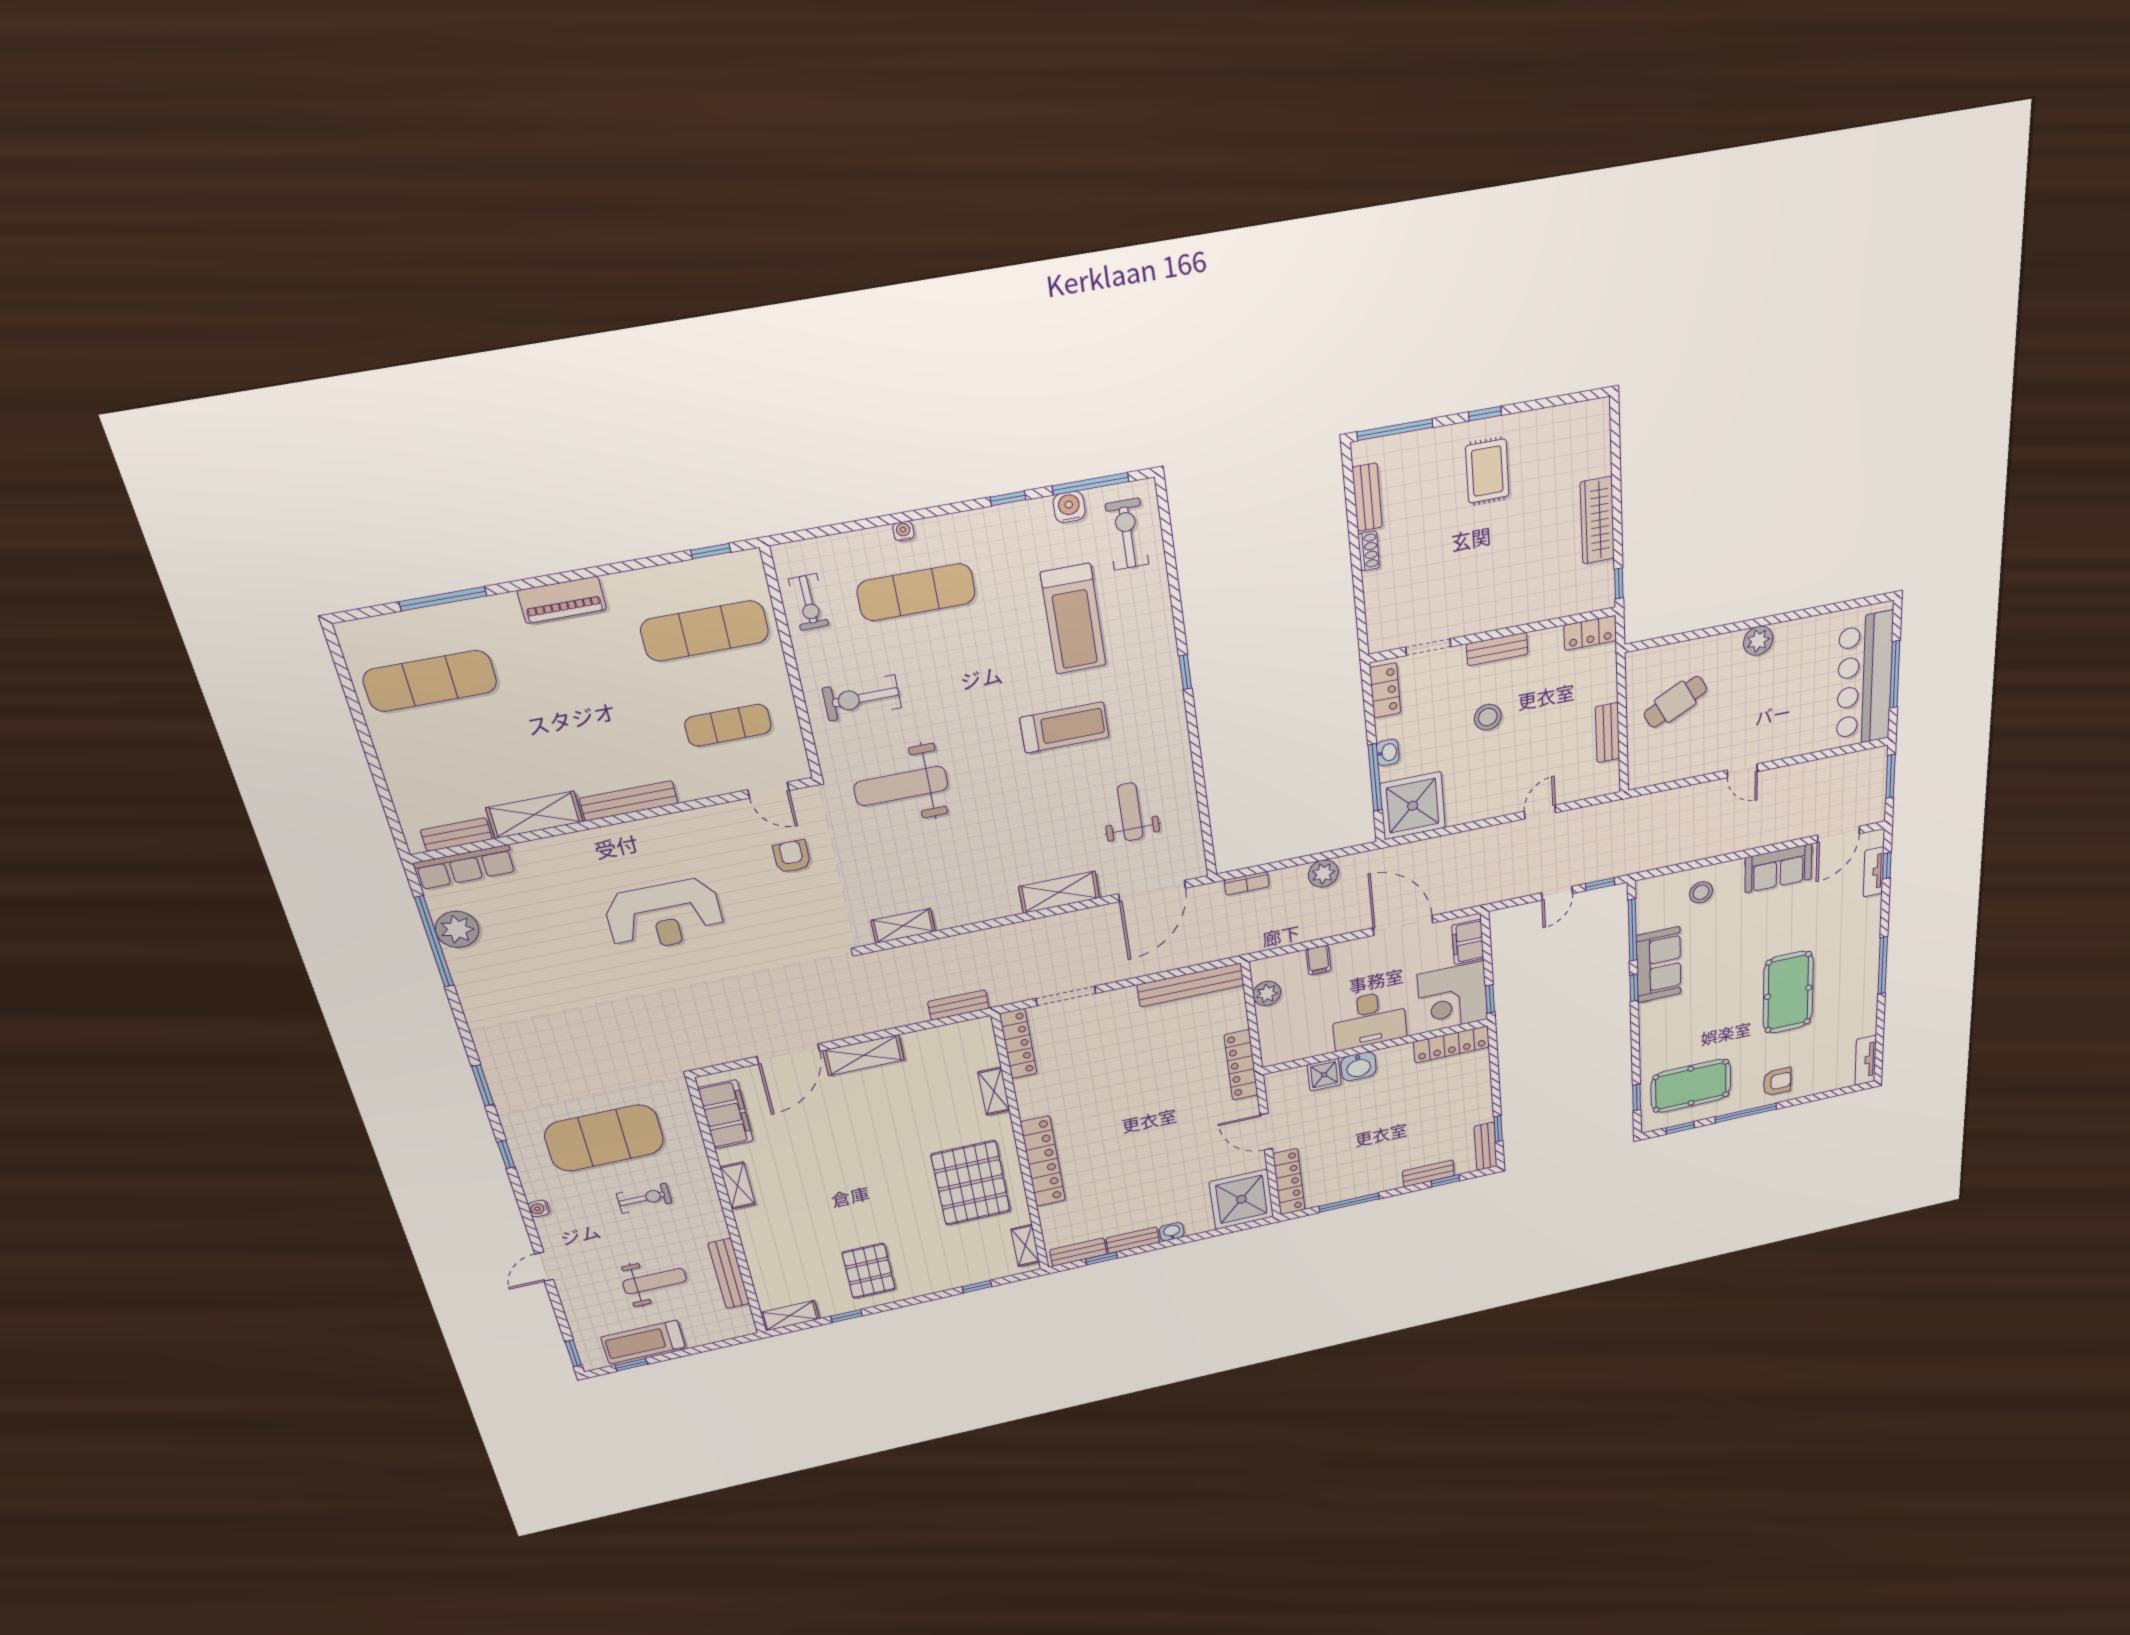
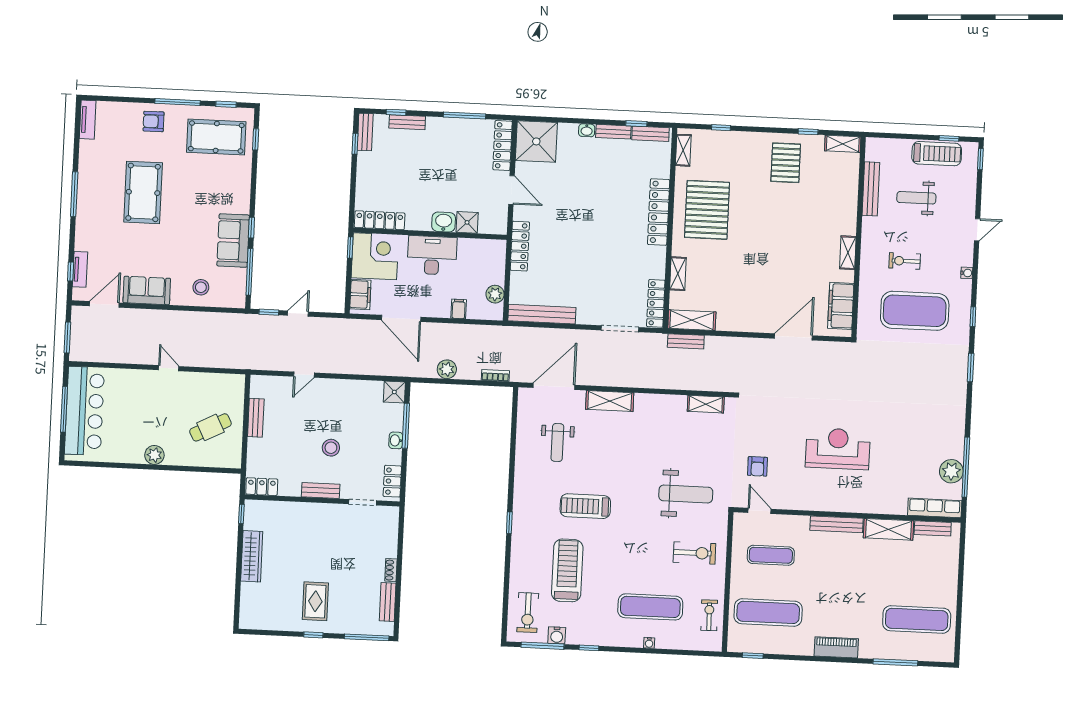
shower: (1413, 806) -> (394, 392), width x0.54, depth x0.54
shelving: (864, 1055) -> (692, 320), moved

